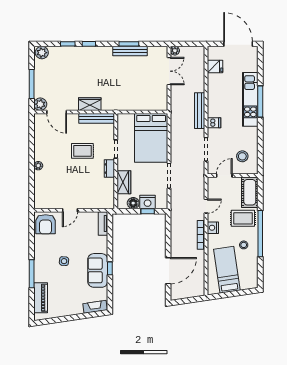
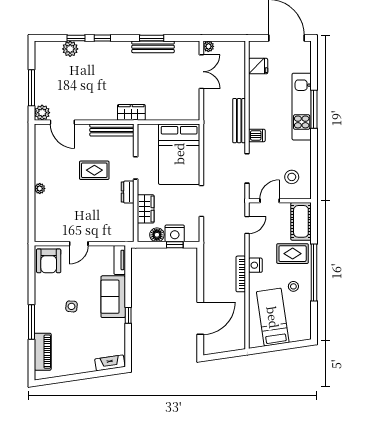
plant: (42, 53) -> (70, 49), moved
wardrobe: (90, 104) -> (131, 112), moved
door: (206, 206) -> (247, 225), moved
sofa: (98, 270) -> (113, 297), moved

